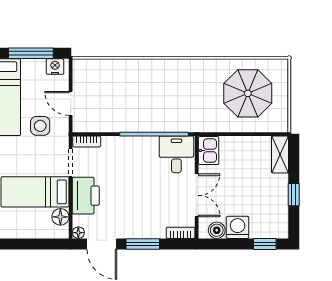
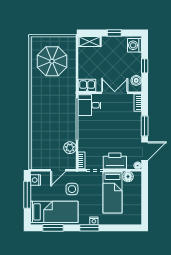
plant: (107, 123) -> (70, 148), added
washing machine: (238, 227) -> (134, 45), moved
window: (265, 244) -> (145, 66), moved

